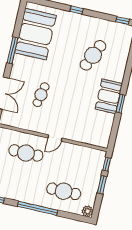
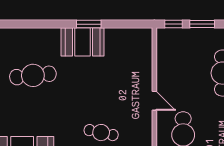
cafe table: (93, 55) -> (33, 75), turned -30

